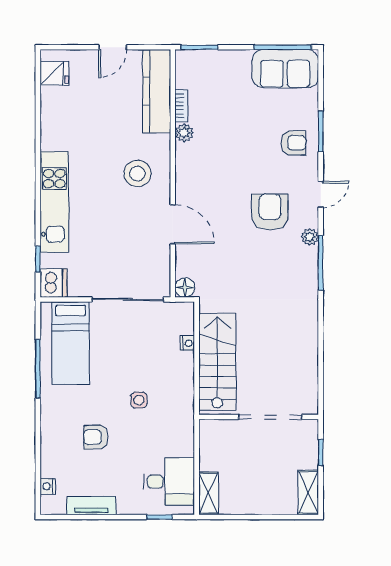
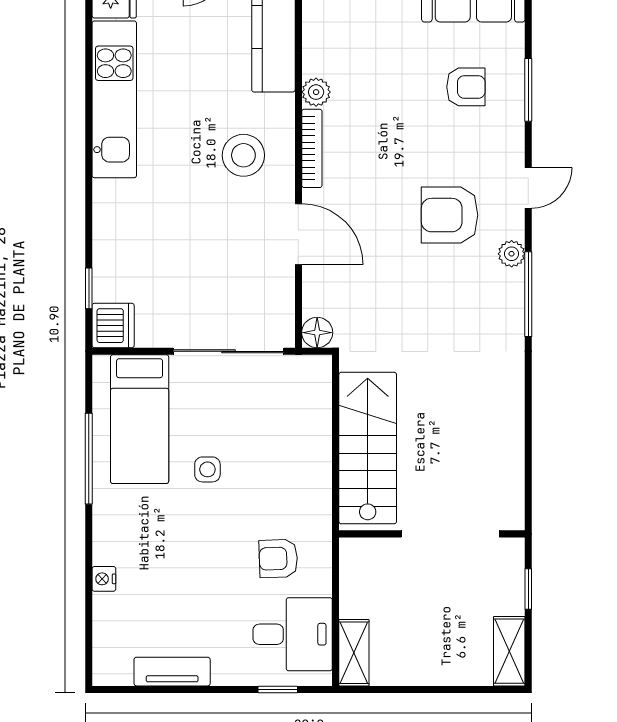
bookcase: (181, 106) -> (312, 148), moved, width x1.56
armchair: (293, 143) -> (466, 87), moved
kitchen unit: (54, 202) -> (114, 99), moved
armchair: (270, 212) -> (450, 215), turned -90
nightstand: (187, 343) -> (321, 419), removed
side table: (139, 400) -> (207, 469), moved
armchair: (96, 437) -> (278, 558), moved
nightstand: (48, 486) -> (104, 579), moved

